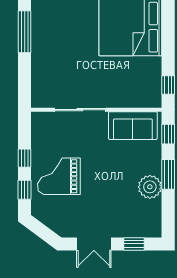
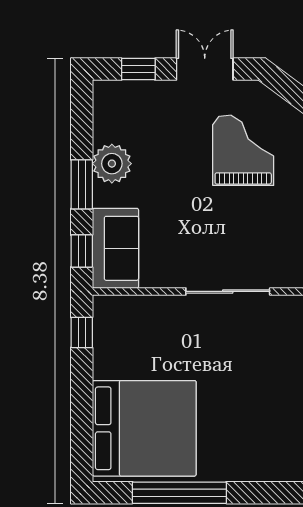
sofa: (133, 126) -> (115, 248), moved, turned 90
grand piano: (59, 176) -> (243, 150), moved, turned -90

